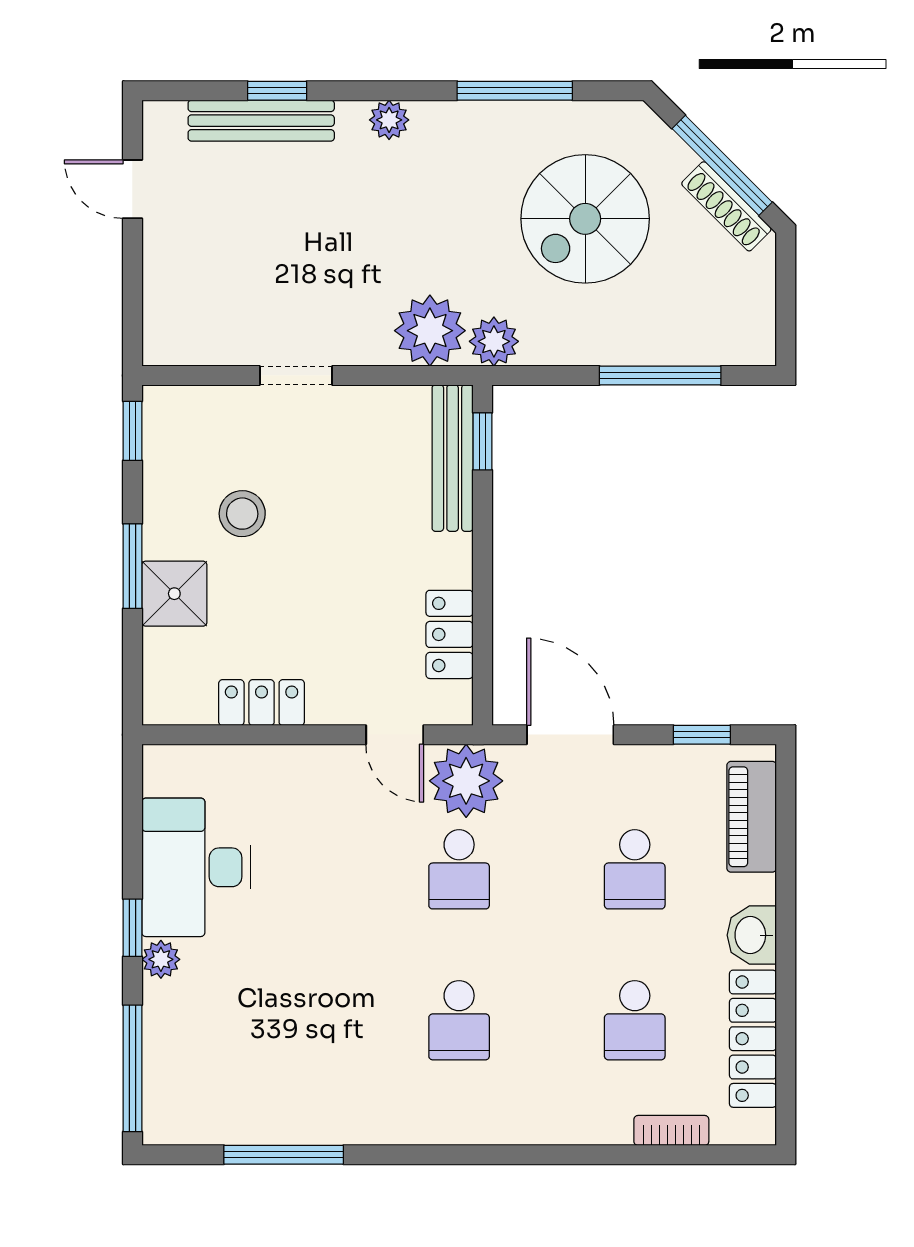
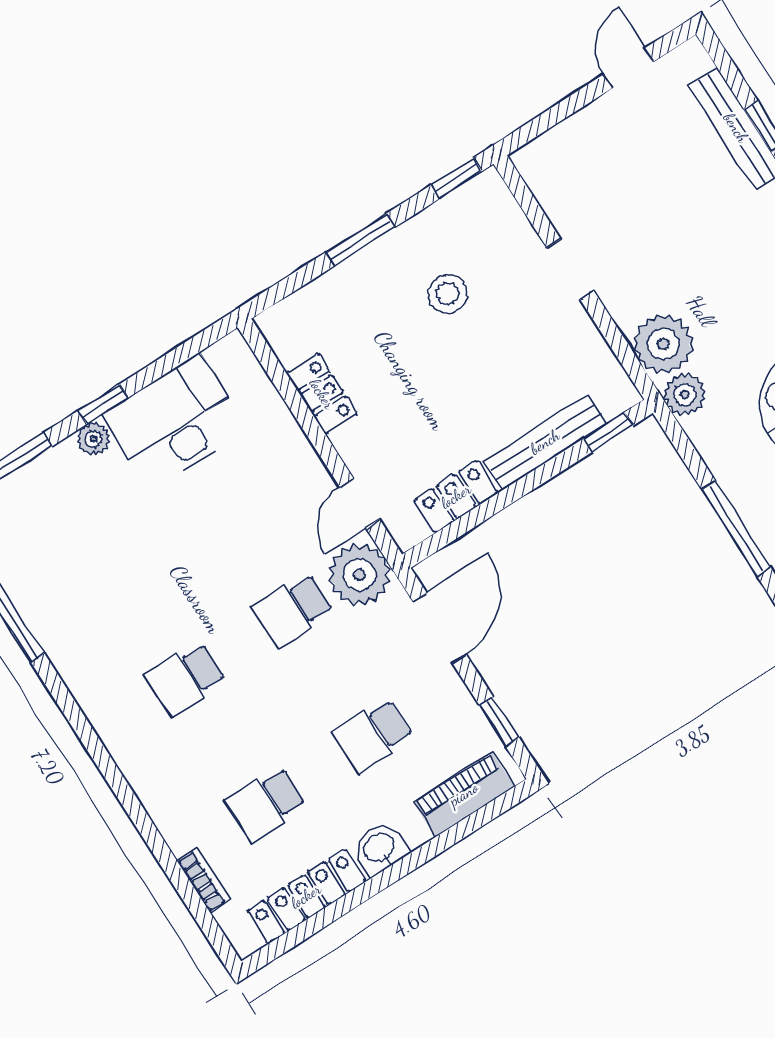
bench: (453, 458) -> (545, 442), moved
shower: (174, 594) -> (360, 282), removed

